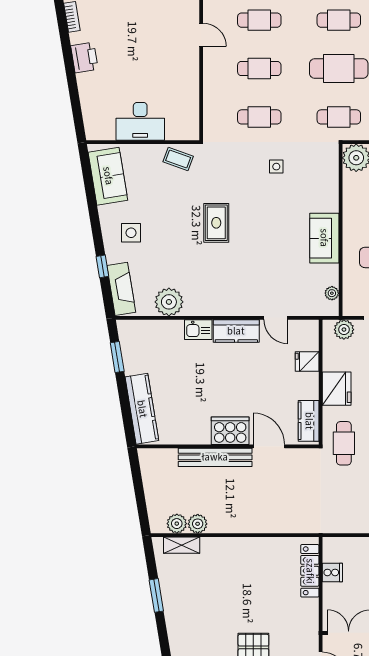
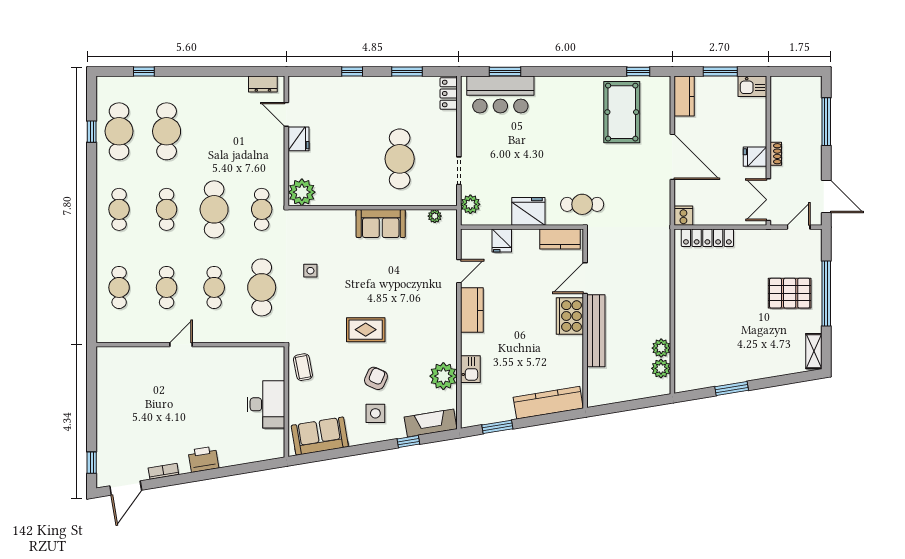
cafe table: (259, 117) -> (262, 287), width x1.37, depth x1.35
coffee table: (178, 159) -> (303, 367), turned -31
armchair: (167, 233) -> (376, 378), added
kitchen sink: (198, 330) -> (470, 369), moved
shelving: (182, 545) -> (682, 364), removed
cooker: (332, 572) -> (683, 216), moved

